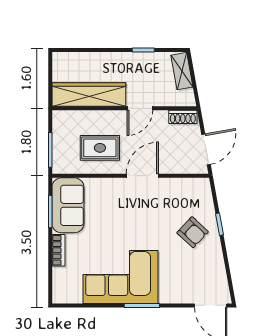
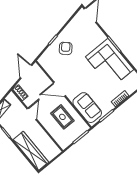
wardrobe: (89, 94) -> (31, 151), moved, turned 180
door: (140, 108) -> (32, 114), hinge flipped
door: (206, 149) -> (26, 72), hinge flipped
sofa: (68, 205) -> (87, 108), moved, turned 90

